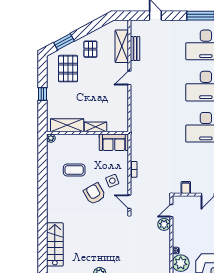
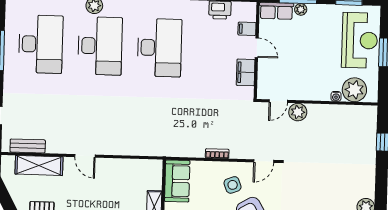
bench: (135, 49) -> (28, 146), moved
filing cabinet: (186, 187) -> (246, 72), width x2.00
door: (171, 211) -> (278, 101), hinge flipped

